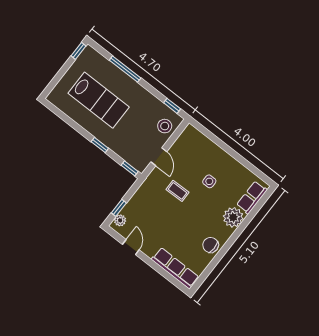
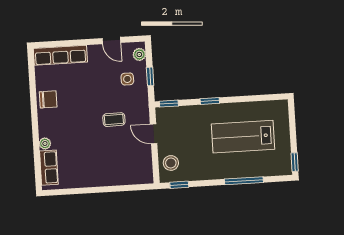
side table: (209, 181) -> (127, 79), moved
window: (119, 208) -> (150, 76), moved
plant: (233, 217) -> (45, 143), width x0.53, depth x0.53

